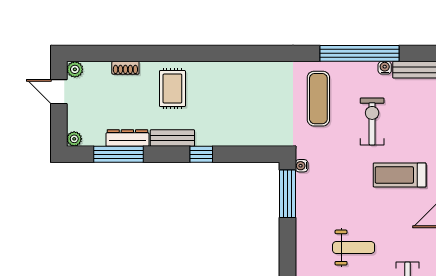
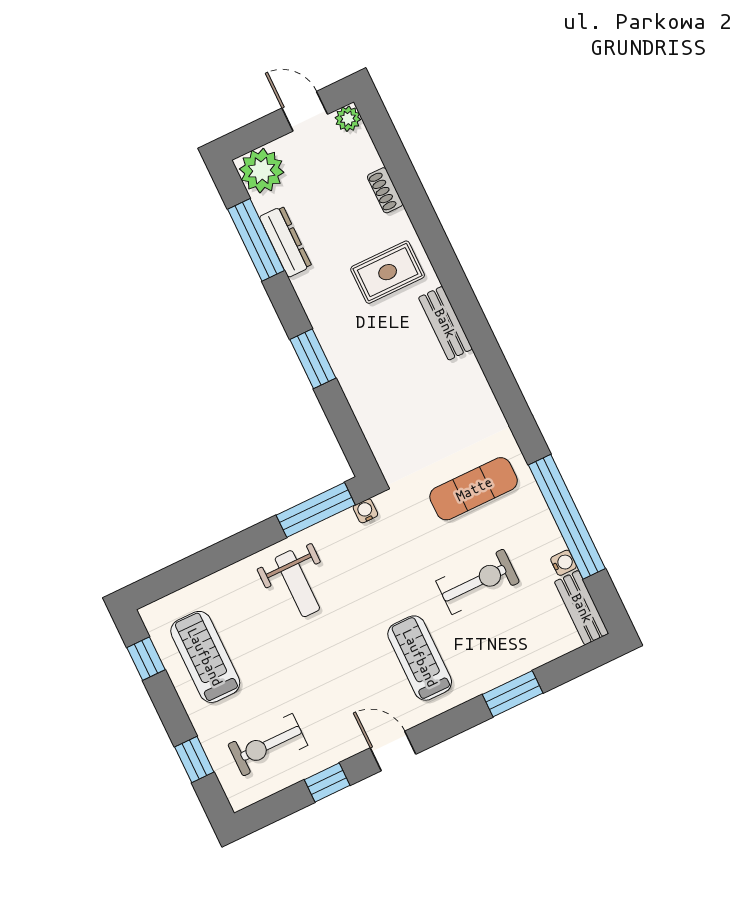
door: (59, 92) -> (305, 111), hinge flipped
bench: (172, 138) -> (445, 323), moved
plant: (74, 139) -> (262, 171), width x1.88, depth x1.88
window: (201, 154) -> (313, 359), width x1.50
weight bench: (354, 248) -> (297, 584), moved

